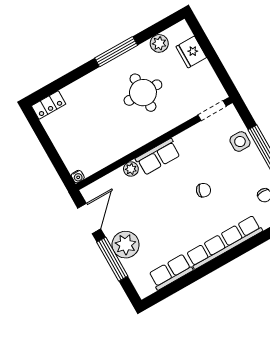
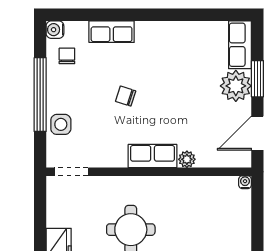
row of seats: (224, 242) -> (112, 32), width x0.50
window: (112, 259) -> (257, 79), width x0.69
row of seats: (171, 272) -> (240, 45), moved, turned 90

